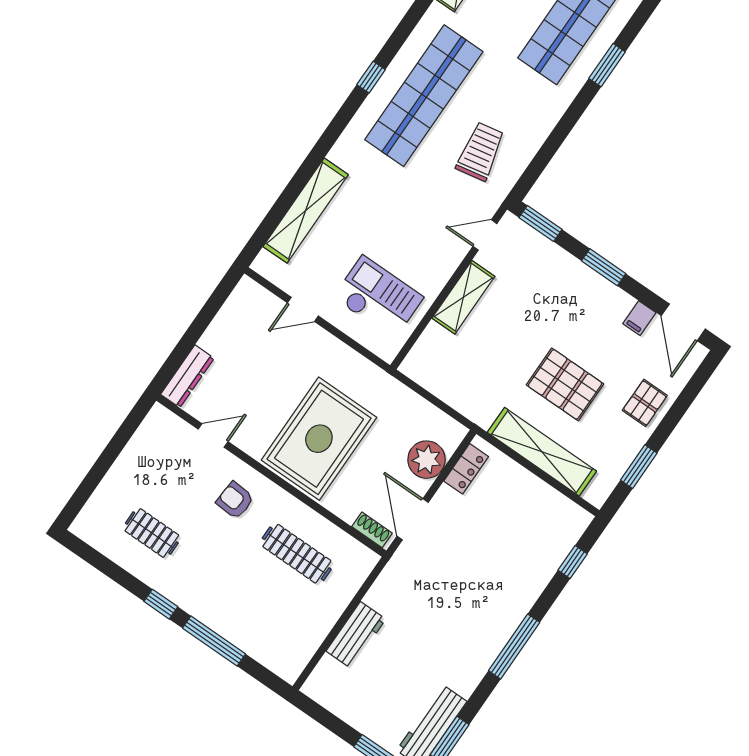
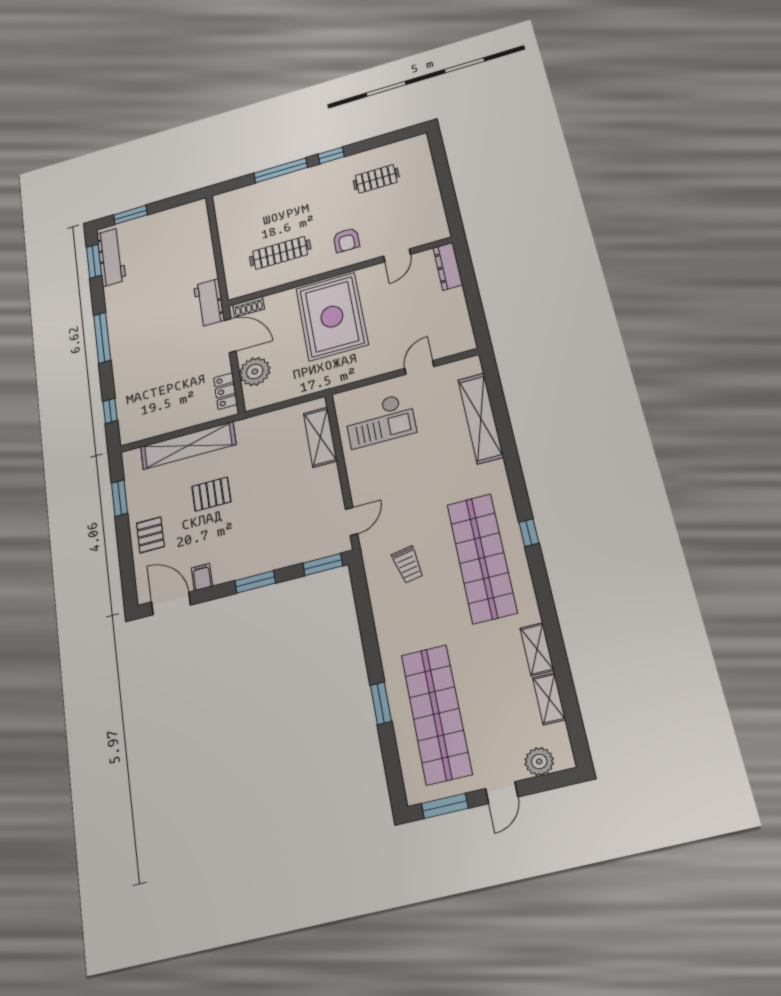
trolley: (480, 151) -> (408, 565), width x0.73, depth x0.72
shelving: (463, 297) -> (320, 437), moved
pallet: (565, 384) -> (211, 494), width x0.67, depth x0.71
armchair: (235, 500) -> (346, 240), turned 86
workbench: (356, 635) -> (209, 303), moved

